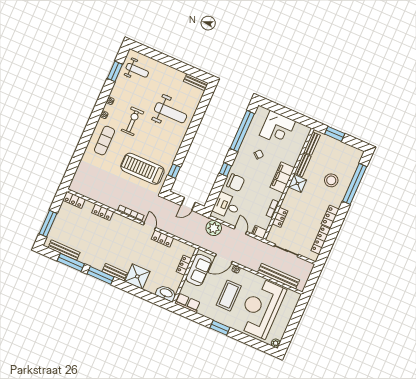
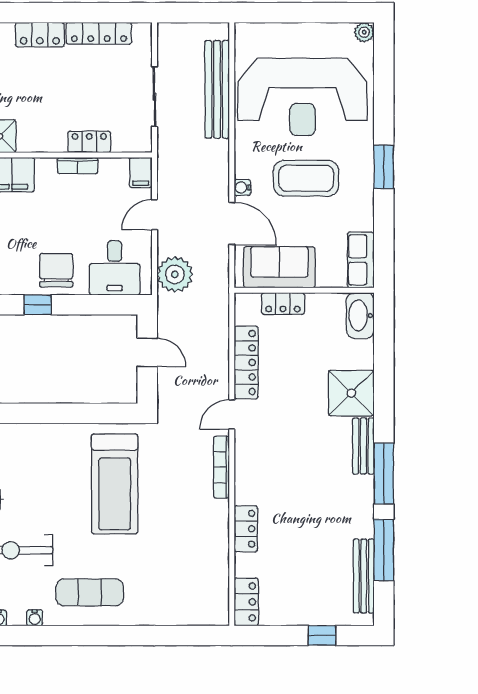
window: (174, 171) -> (90, 413), removed
window: (48, 224) -> (322, 635), width x0.46
locker: (162, 239) -> (246, 362), width x1.53

